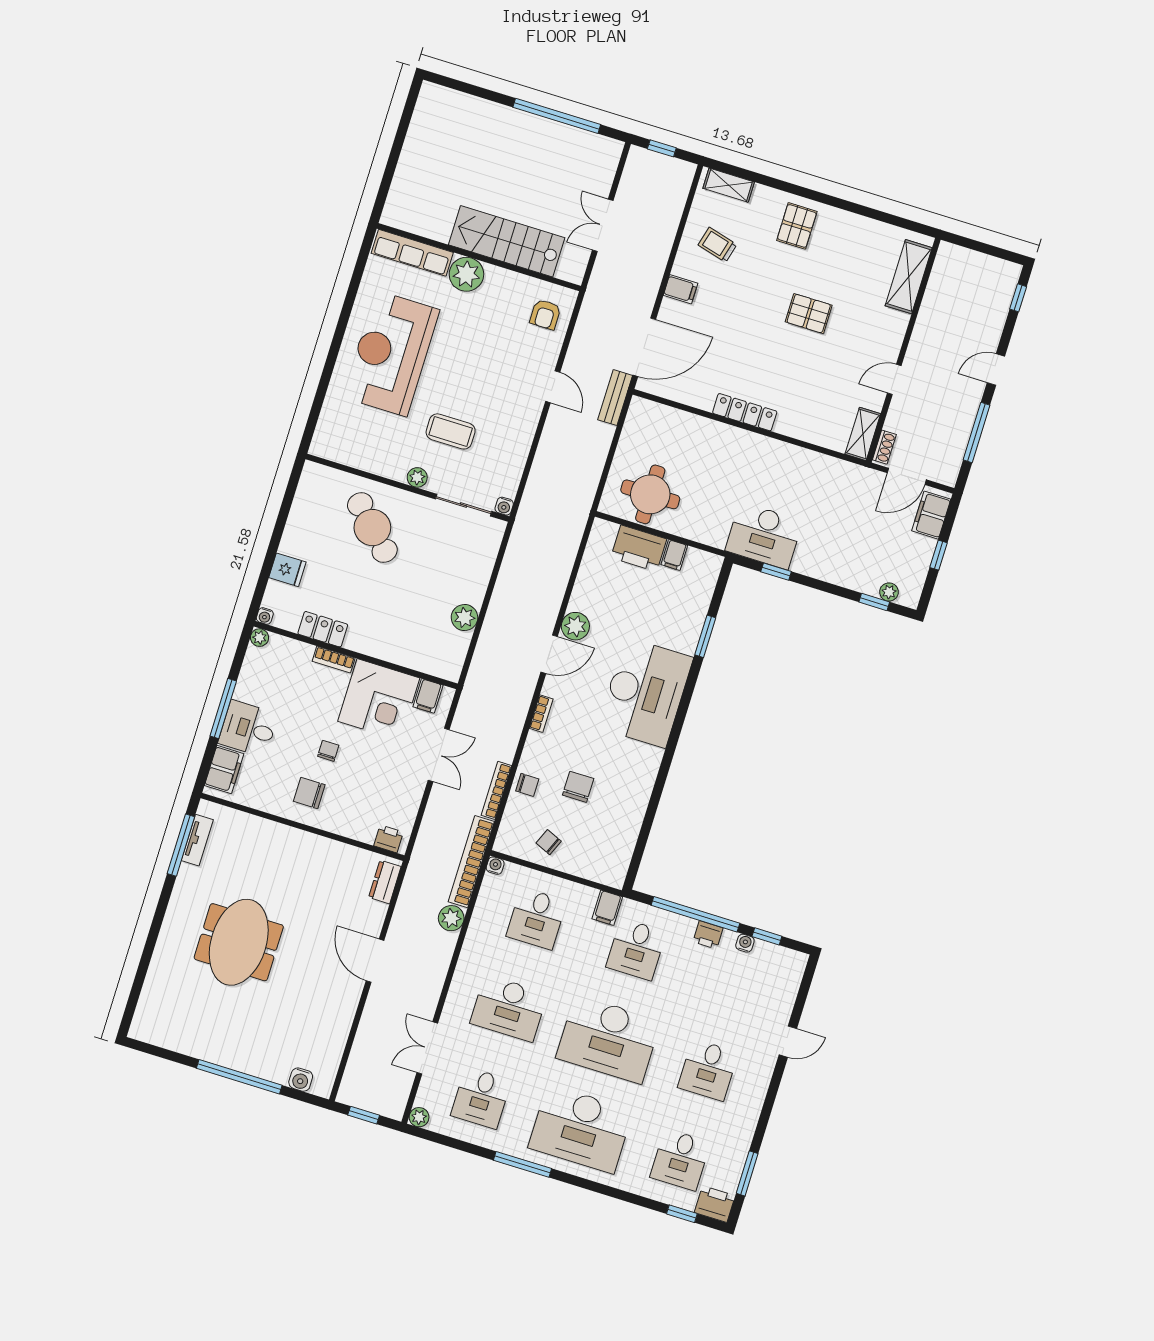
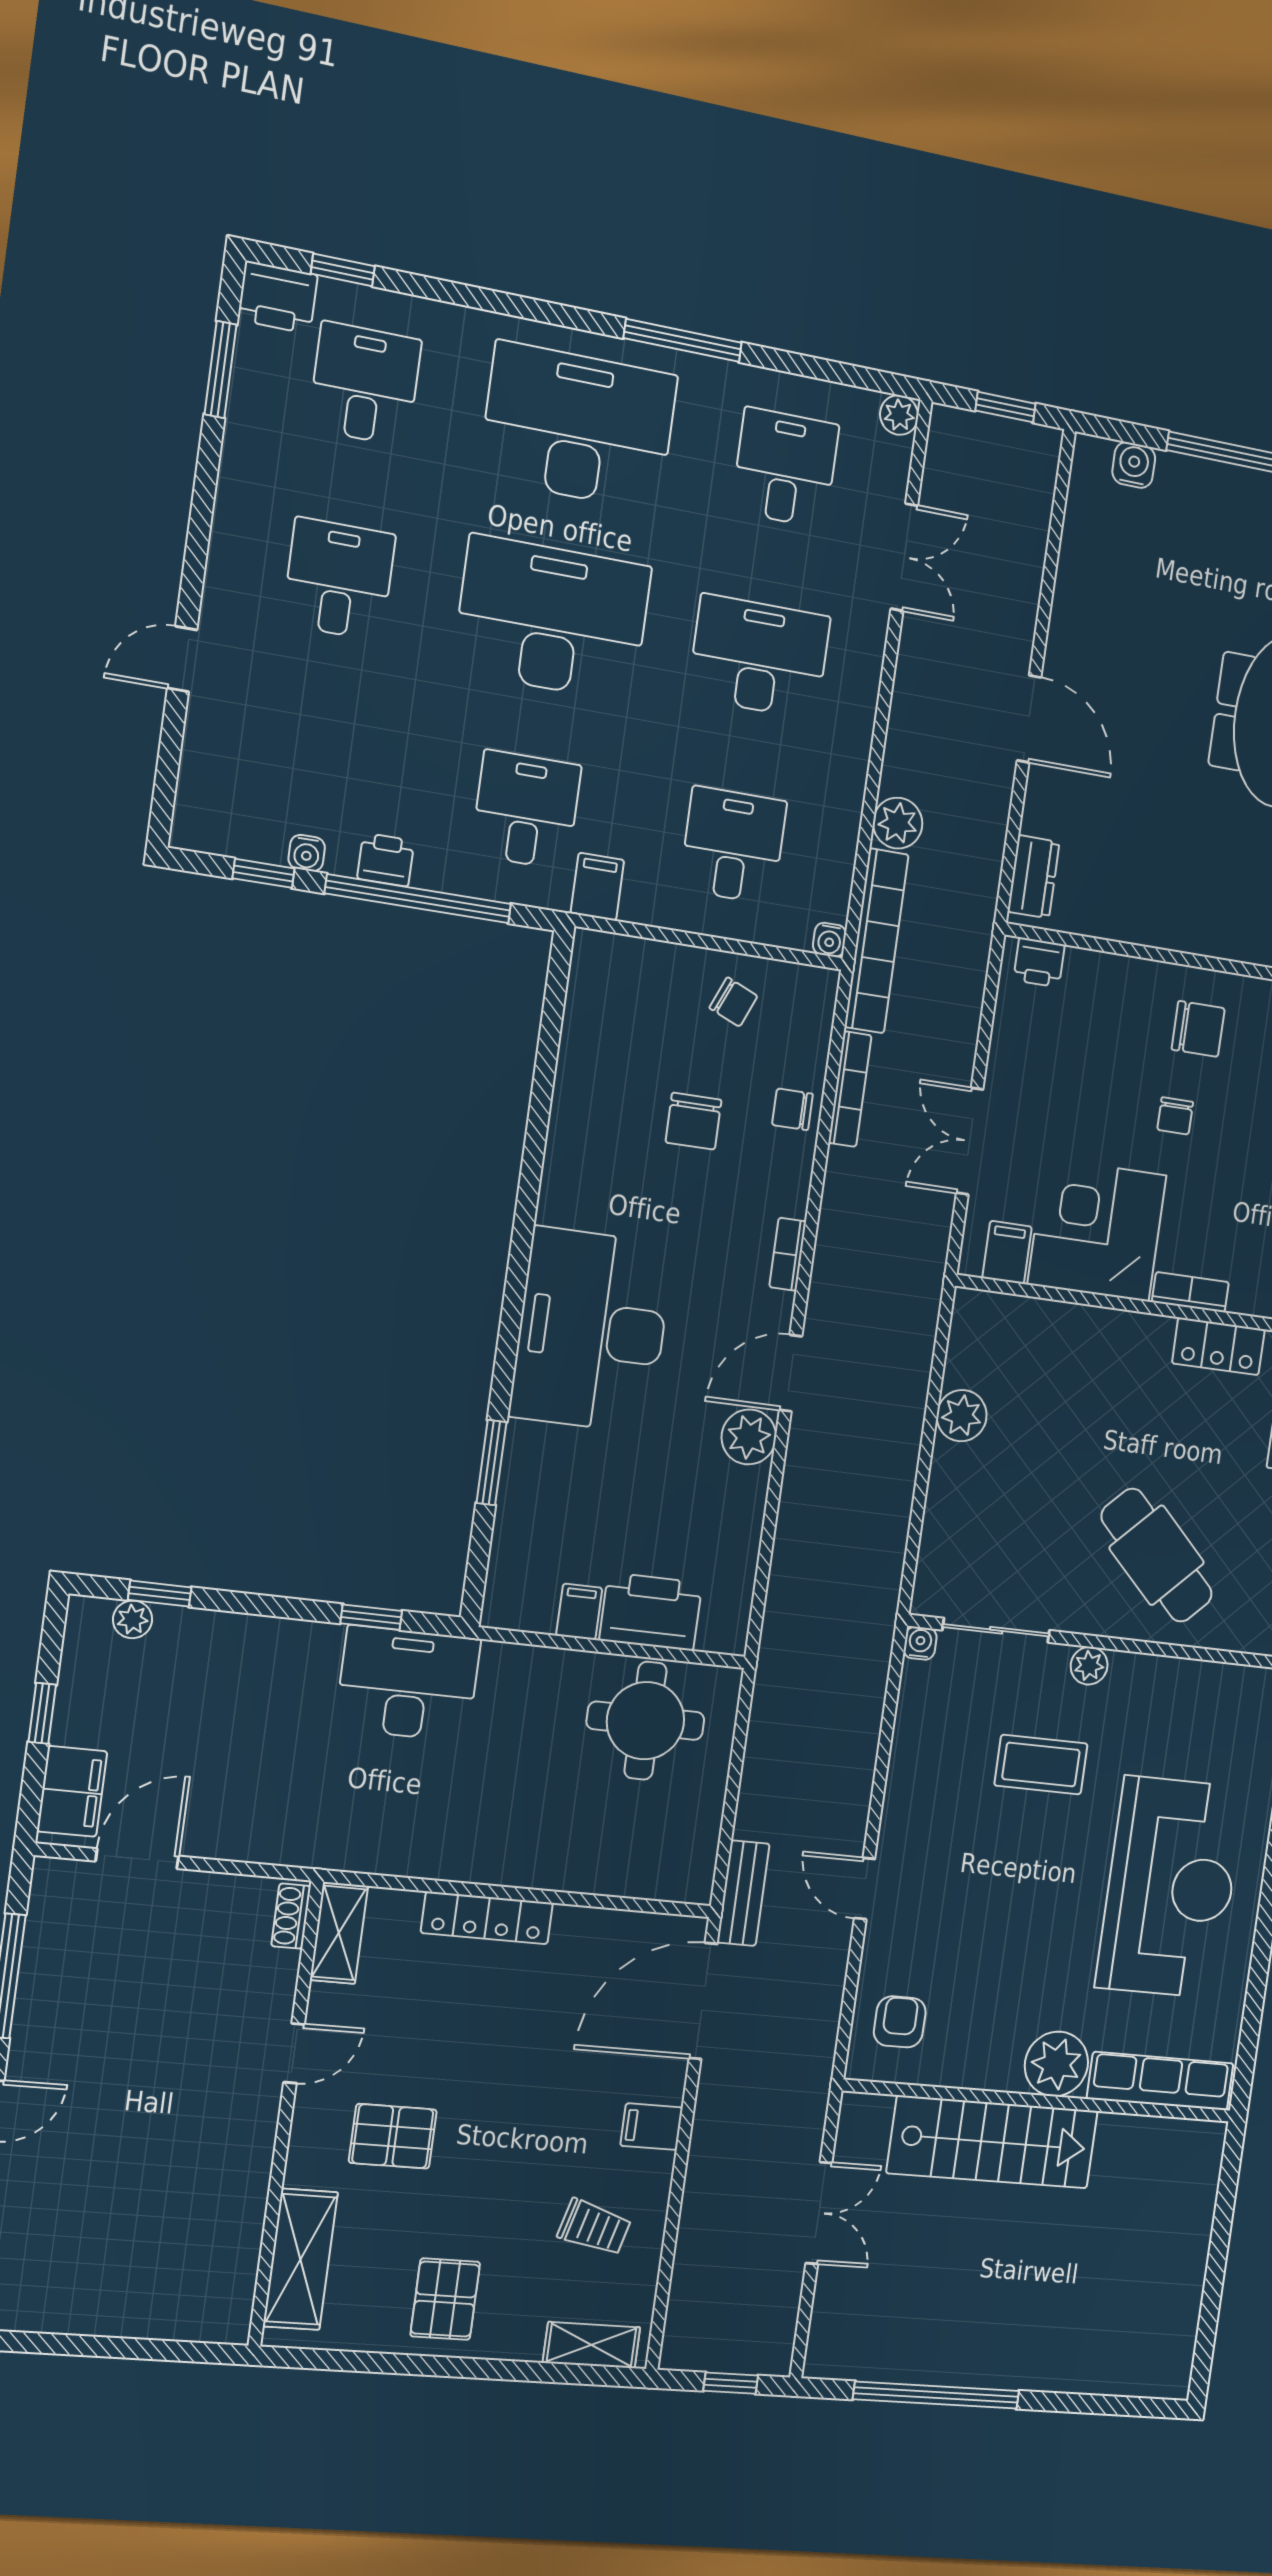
shelving: (909, 277) -> (300, 2259), moved
wall: (903, 350) -> (286, 2114), moved
door: (894, 379) -> (294, 2053), moved
shelving: (863, 434) -> (339, 1933), moved
shoe rack: (884, 447) -> (291, 1916), moved

